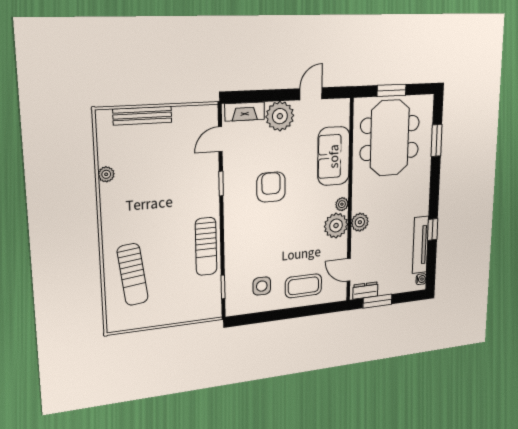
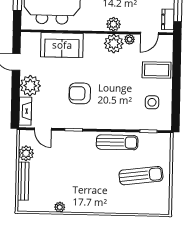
plant: (184, 117) -> (26, 153), added
plant: (342, 204) -> (130, 39), moved
sun lounger: (133, 275) -> (141, 176), moved
coffee table: (303, 286) -> (157, 70), turned 90

